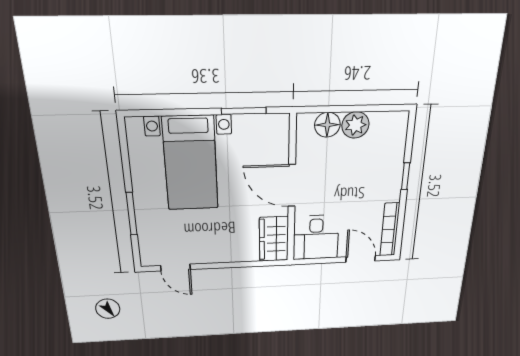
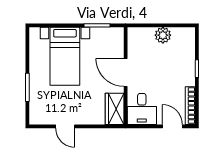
floor lamp: (327, 125) -> (146, 35), removed
door: (175, 268) -> (65, 126), moved

